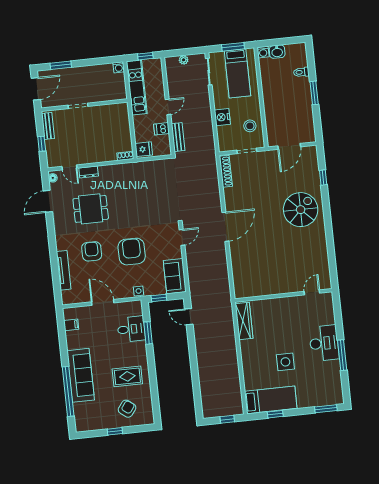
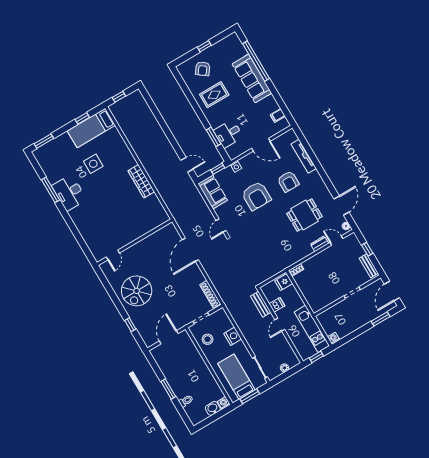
door: (312, 292) -> (113, 255), moved
wall: (283, 295) -> (134, 242), moved

